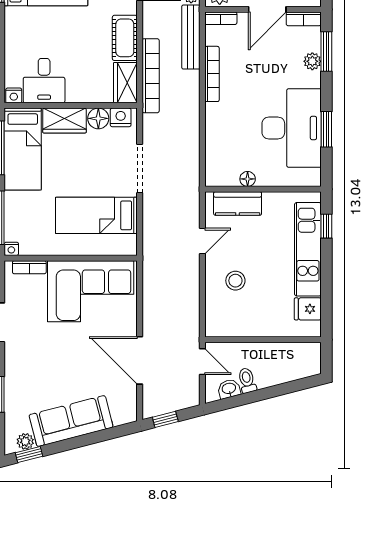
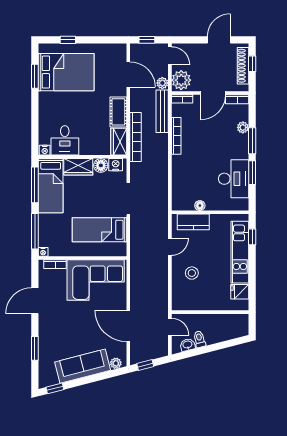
window: (326, 51) -> (252, 141), moved
desk: (292, 128) -> (234, 179), width x0.73, depth x0.77
plant: (25, 441) -> (116, 363), moved

